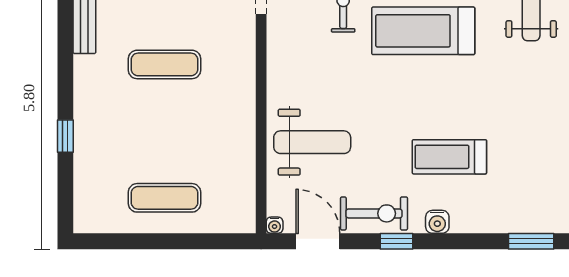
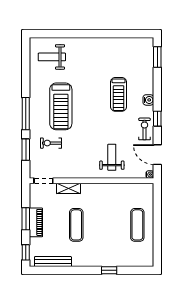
shelving: (244, 48) -> (69, 188), added
weight bench: (312, 142) -> (112, 157), width x0.73, depth x0.75
exercise bike: (374, 213) -> (144, 129), width x0.73, depth x0.72
door: (318, 241) -> (157, 155), hinge flipped

